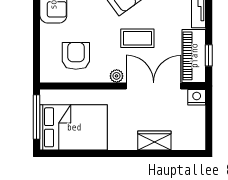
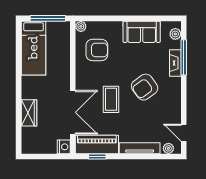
plant: (117, 76) -> (81, 26), moved
bed: (74, 127) -> (33, 48), width x0.67

